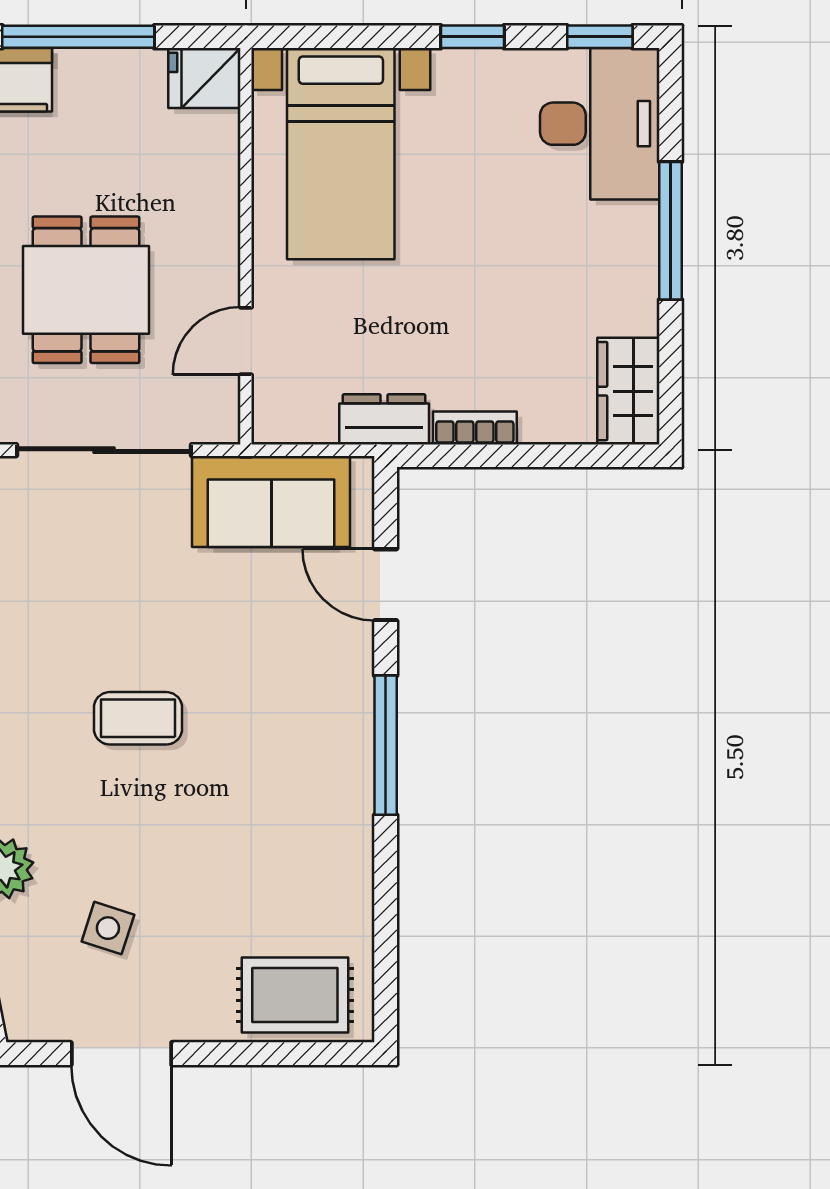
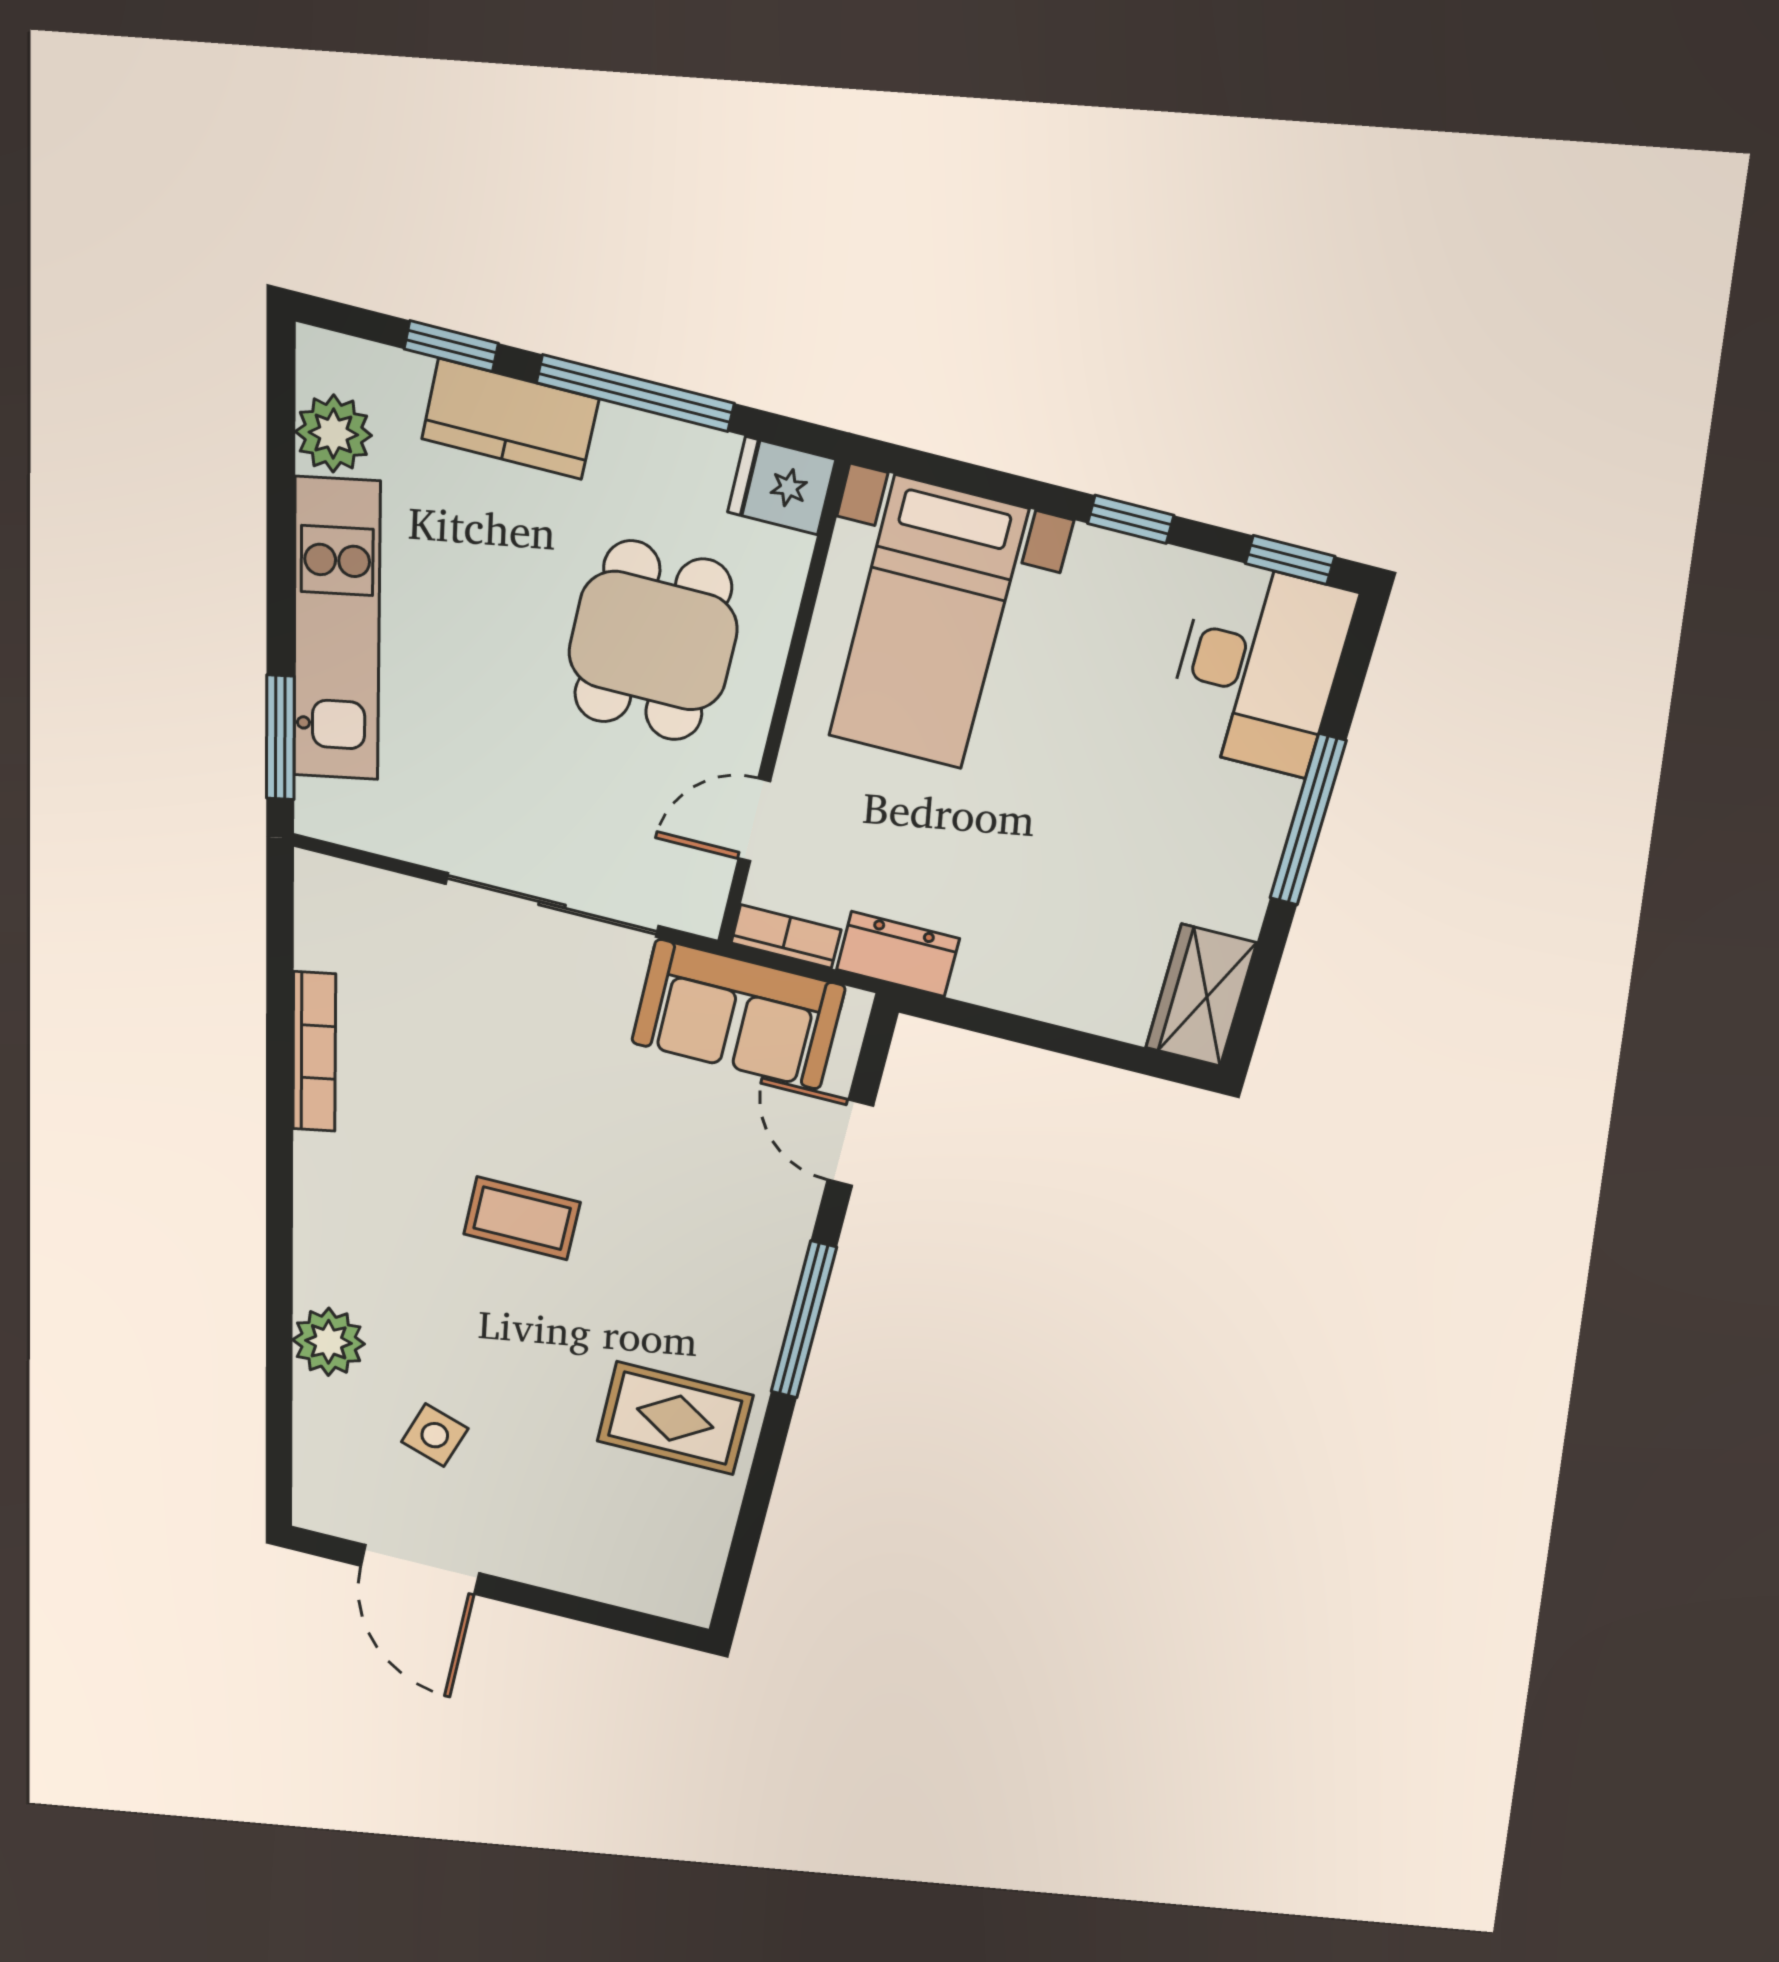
dining table: (86, 290) -> (653, 641), moved
bookcase: (475, 428) -> (786, 936), moved
rug: (295, 995) -> (675, 1418), moved

